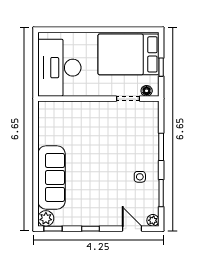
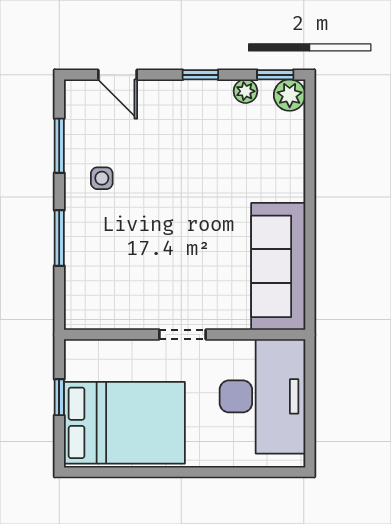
floor lamp: (147, 91) -> (88, 350), removed
doorway: (128, 99) -> (182, 335), moved
sofa: (52, 177) -> (278, 266), moved
plant: (153, 220) -> (245, 91), moved

